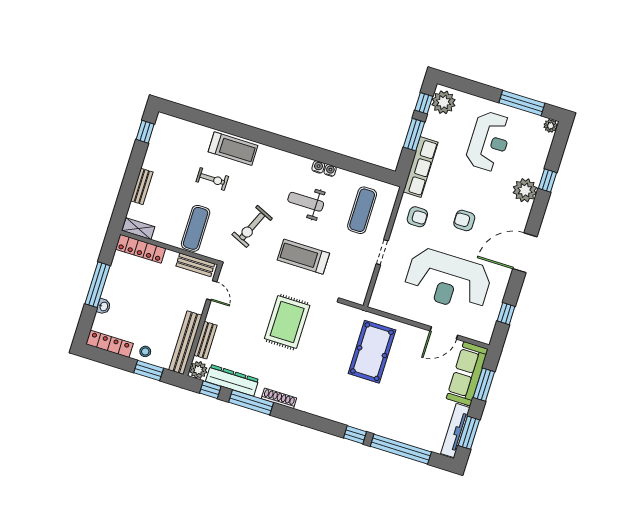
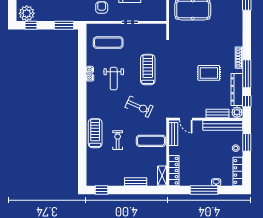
window: (414, 135) -> (64, 25), moved
row of seats: (421, 167) -> (71, 15), removed
treadmill: (303, 257) -> (148, 70), turned 180
door: (212, 290) -> (186, 119), swing flipped
rug: (287, 322) -> (209, 73), moved, width x0.73, depth x0.70

